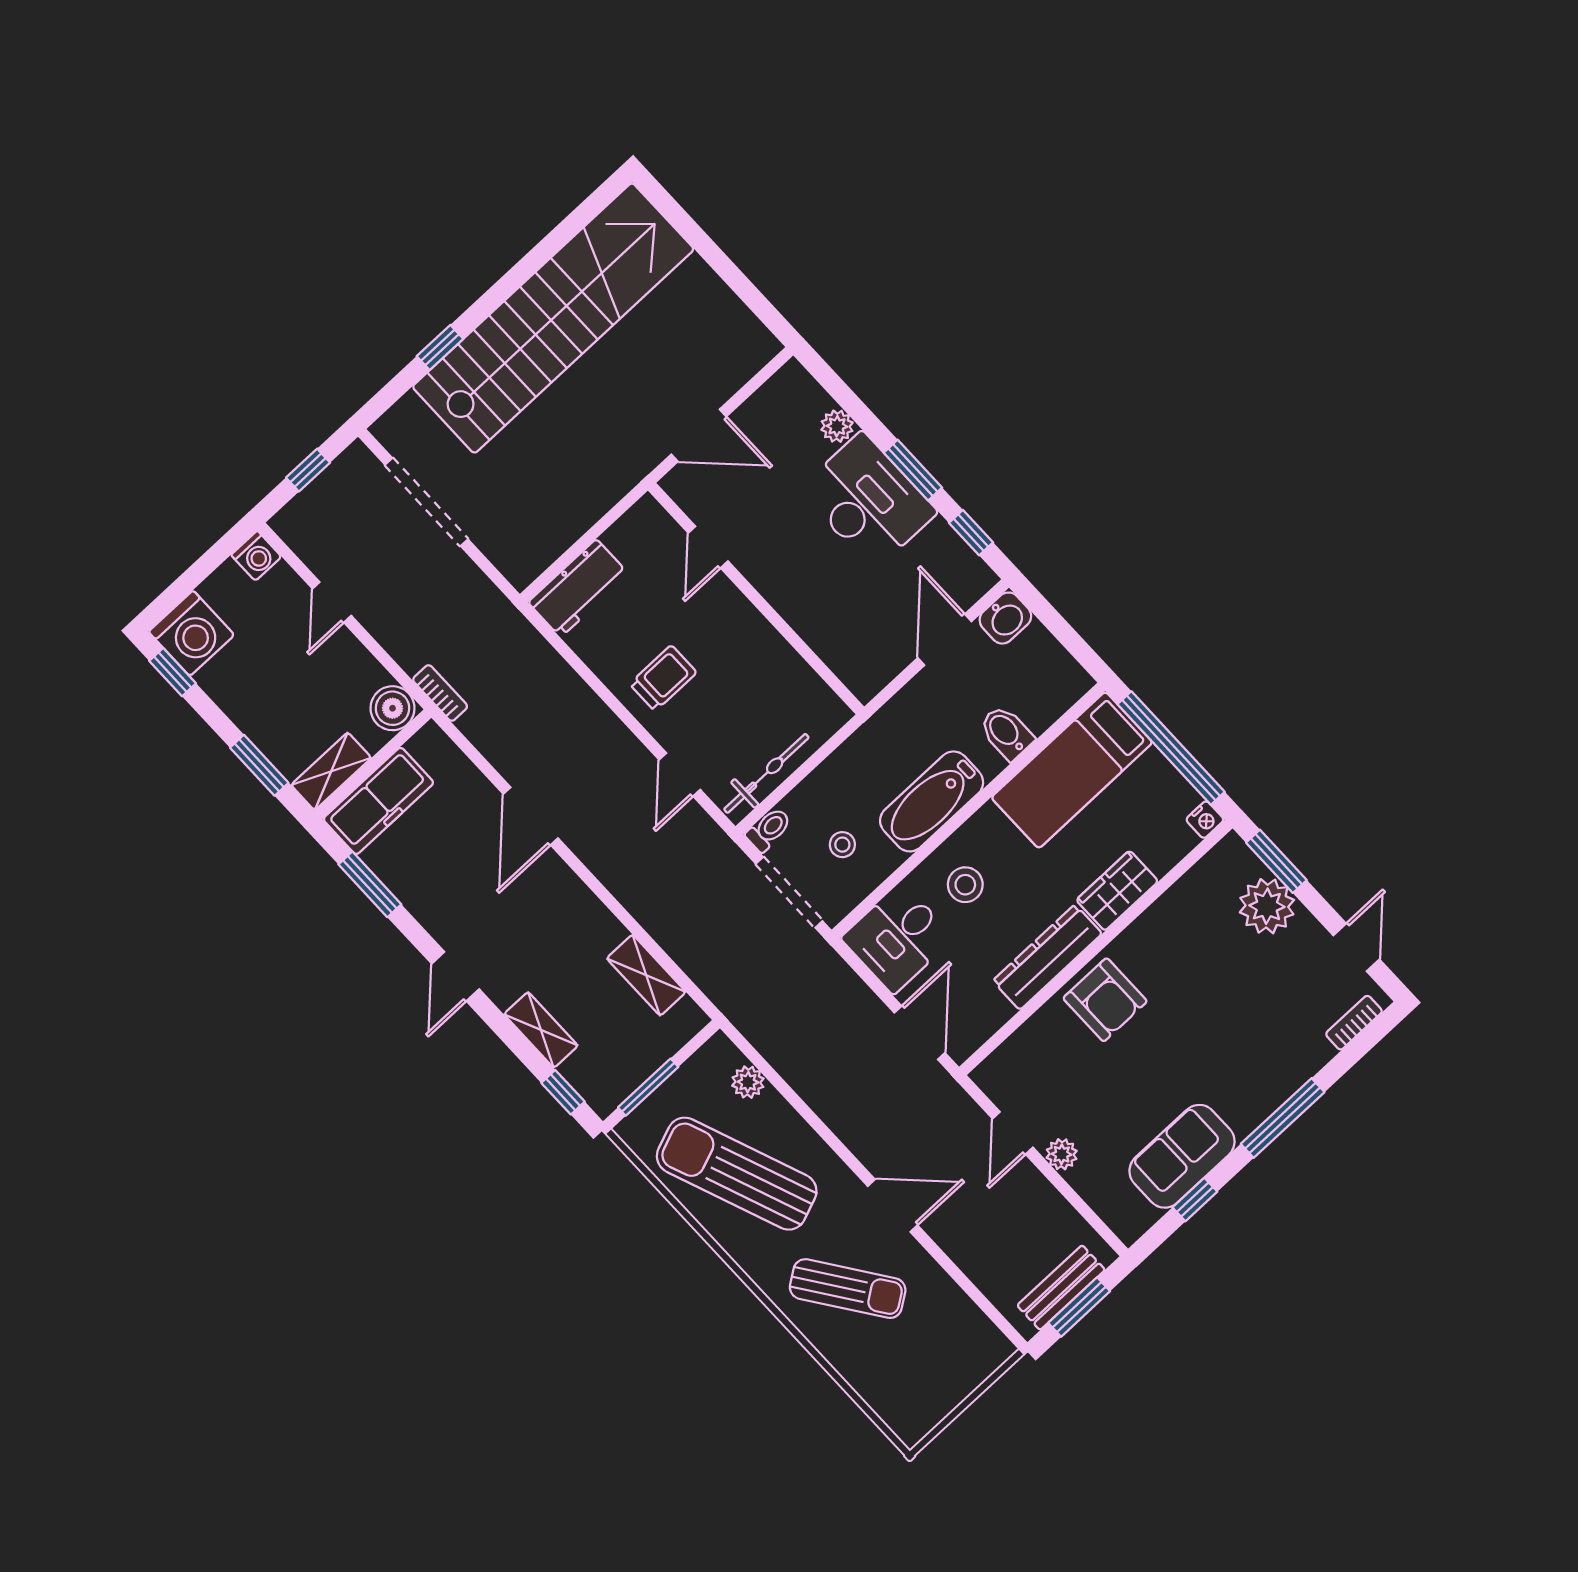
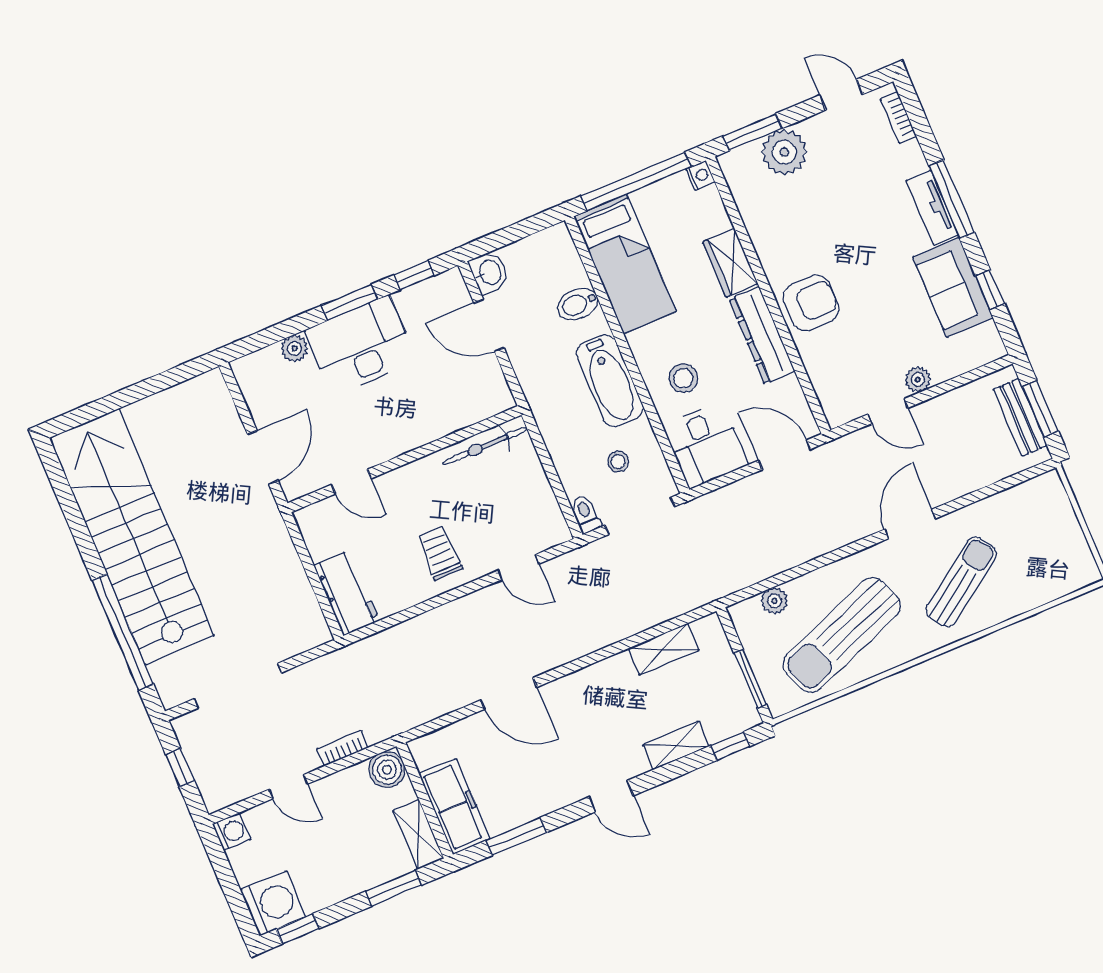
window: (440, 348) -> (123, 632), width x3.17
bookcase: (440, 693) -> (343, 748), moved
bicycle: (766, 773) -> (485, 446), moved, turned -90
tv unit: (1265, 1099) -> (932, 208), added

